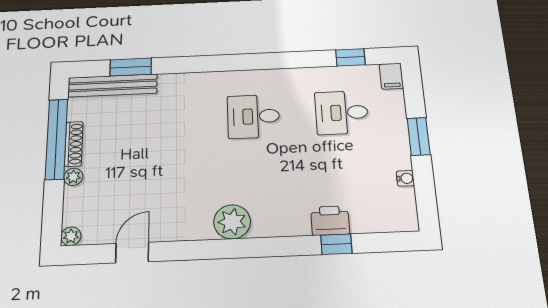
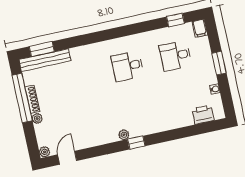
window: (131, 67) -> (42, 49), moved
printer: (330, 221) -> (203, 115), moved
plant: (232, 222) -> (124, 135), width x0.53, depth x0.53
window: (336, 244) -> (136, 143), moved
door: (132, 253) -> (67, 158), moved

